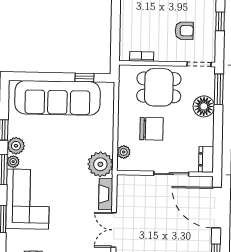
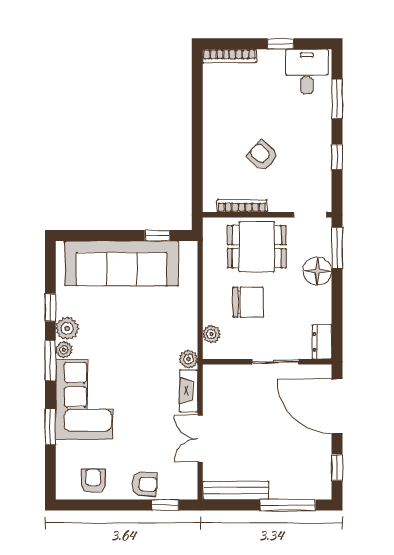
armchair: (184, 31) -> (262, 156), moved, turned -138
bookcase: (142, 56) -> (242, 206), width x1.56
plant: (100, 164) -> (188, 359), width x0.53, depth x0.53

